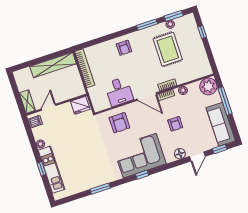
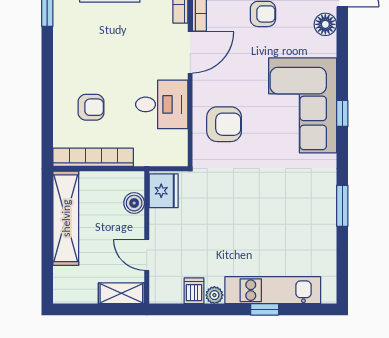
armchair: (124, 48) -> (91, 107), moved
boiler: (70, 94) -> (134, 203), added
dishwasher: (35, 122) -> (194, 291), moved

